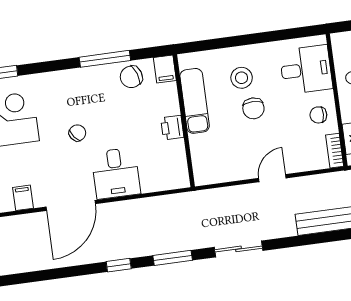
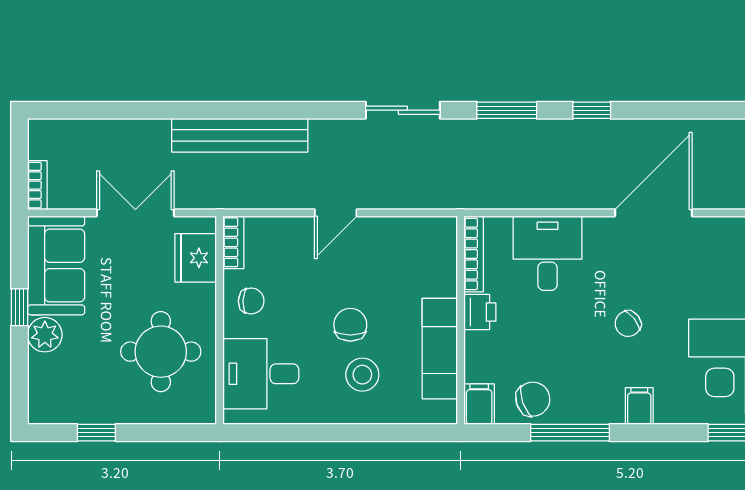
bookcase: (181, 164) -> (474, 254), added
desk: (116, 173) -> (547, 253), moved
filing cabinet: (23, 198) -> (639, 406), moved, turned 180

